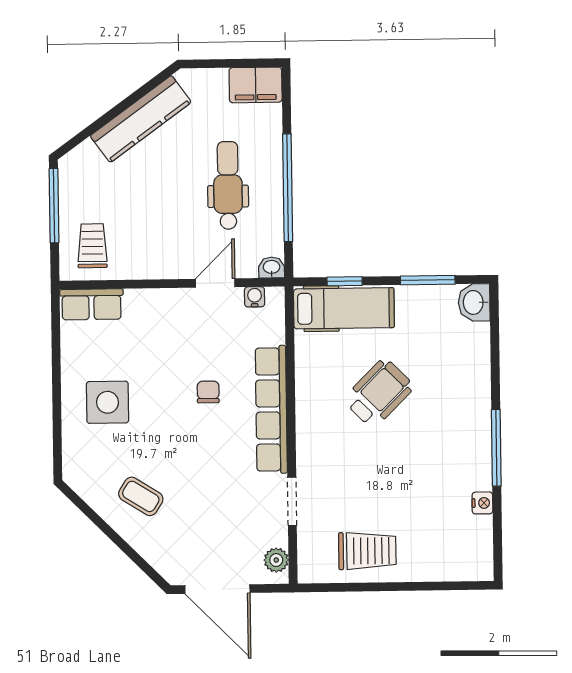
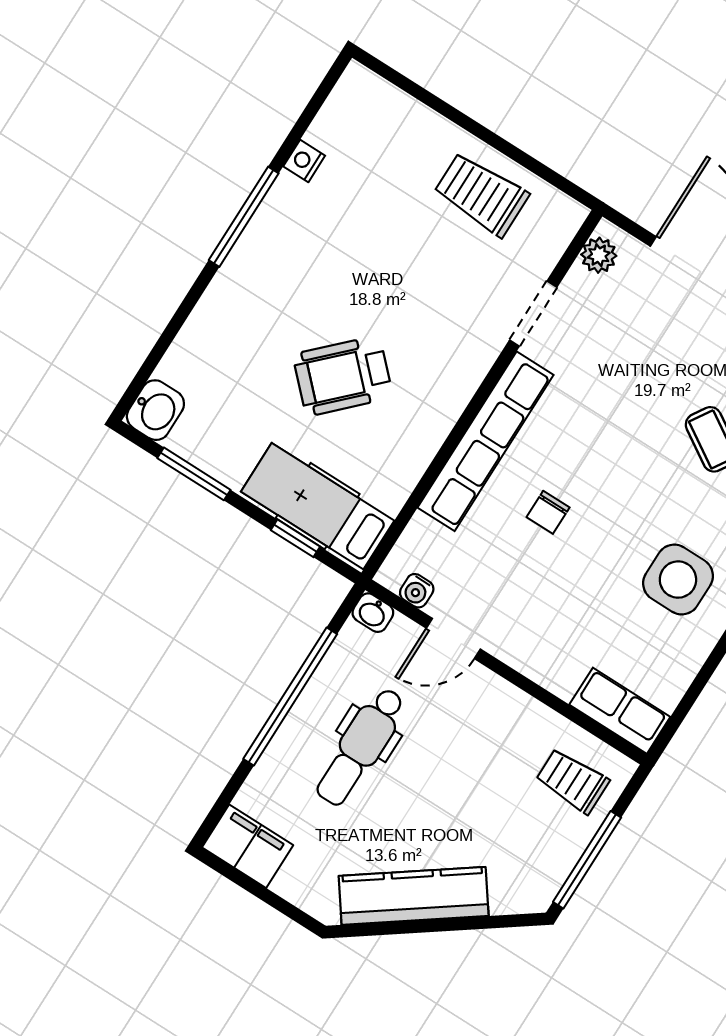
trolley: (92, 246) -> (572, 781), turned 90

